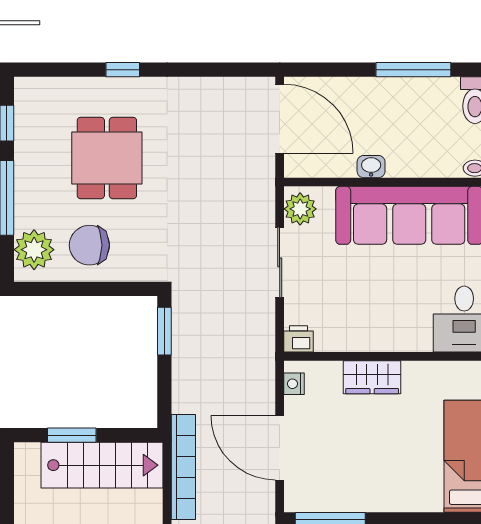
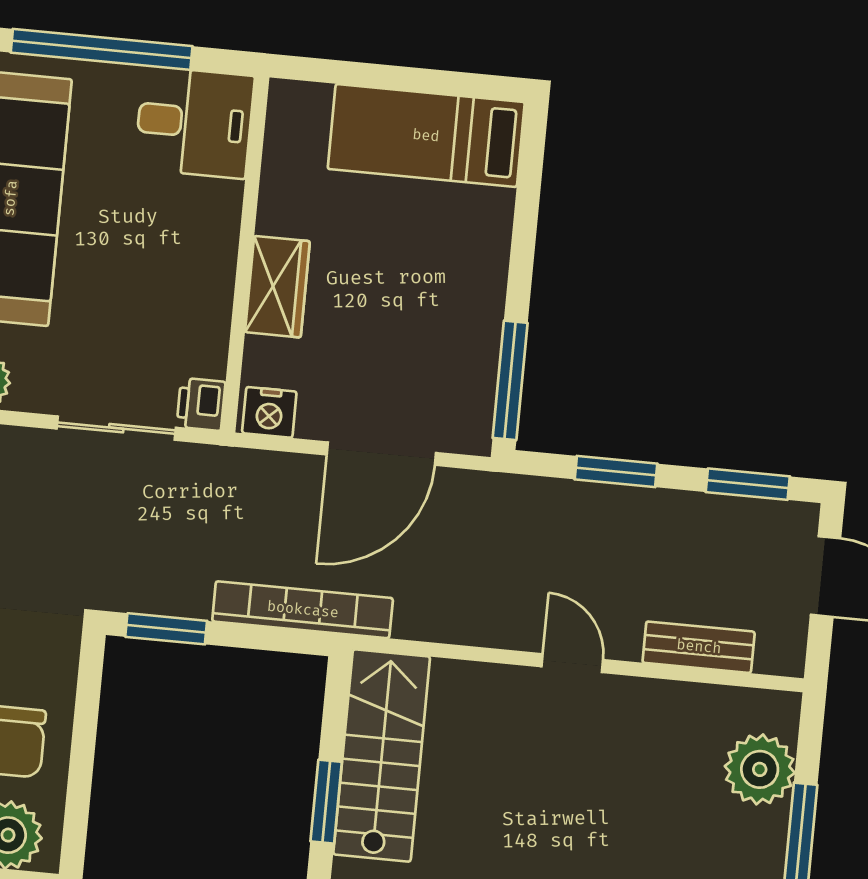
sliding door: (280, 262) -> (116, 428), moved
nightstand: (294, 384) -> (269, 412), width x1.39, depth x1.35
bookcase: (183, 467) -> (303, 610), moved

